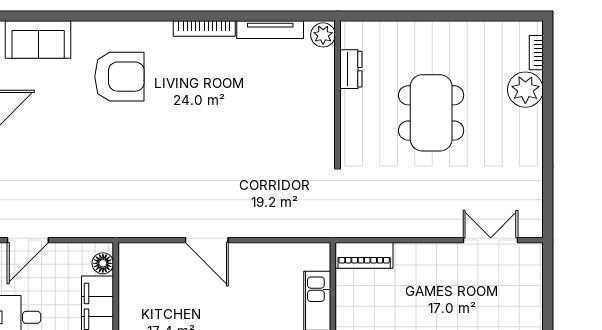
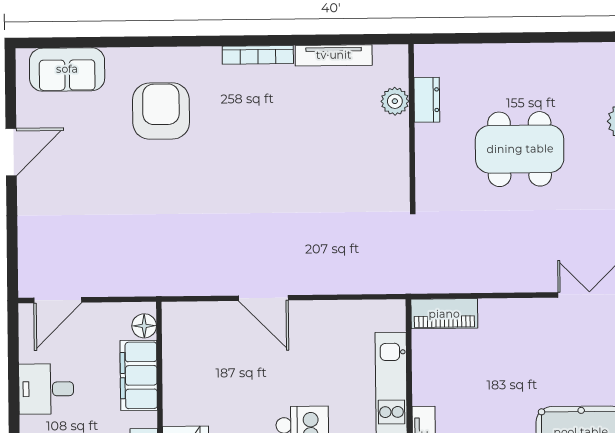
plant: (323, 35) -> (395, 101), moved
armchair: (119, 77) -> (161, 111), turned -90
dining table: (431, 113) -> (520, 149), turned 90

